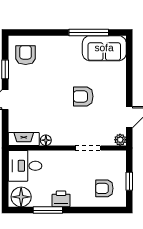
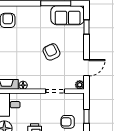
window: (129, 64) -> (87, 27), added
armchair: (83, 96) -> (51, 52), turned 65

